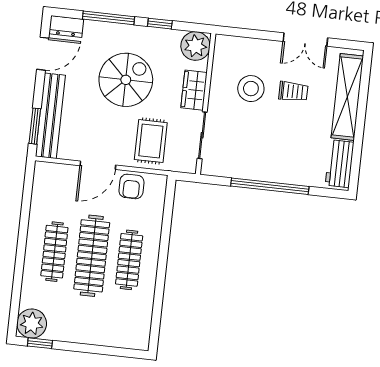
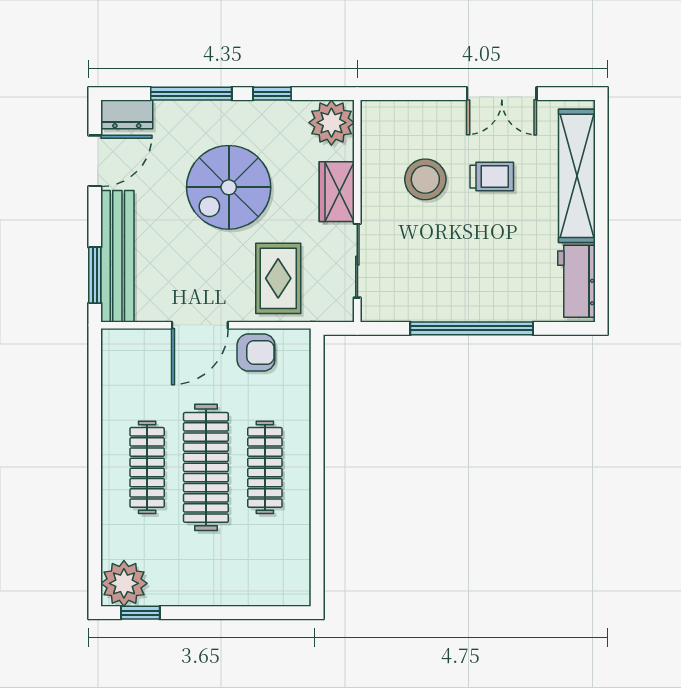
spiral stairs: (126, 80) -> (229, 187), turned 180
armchair: (131, 186) -> (256, 352), turned -90

